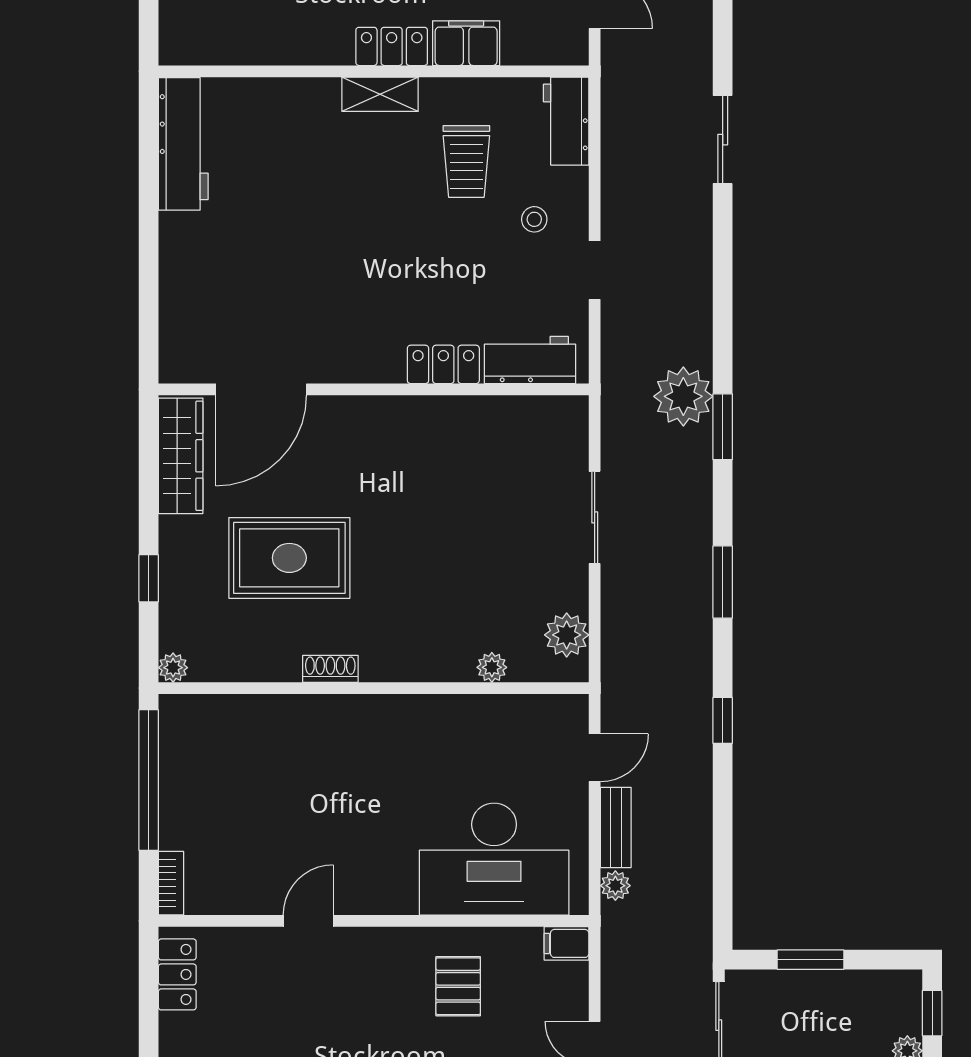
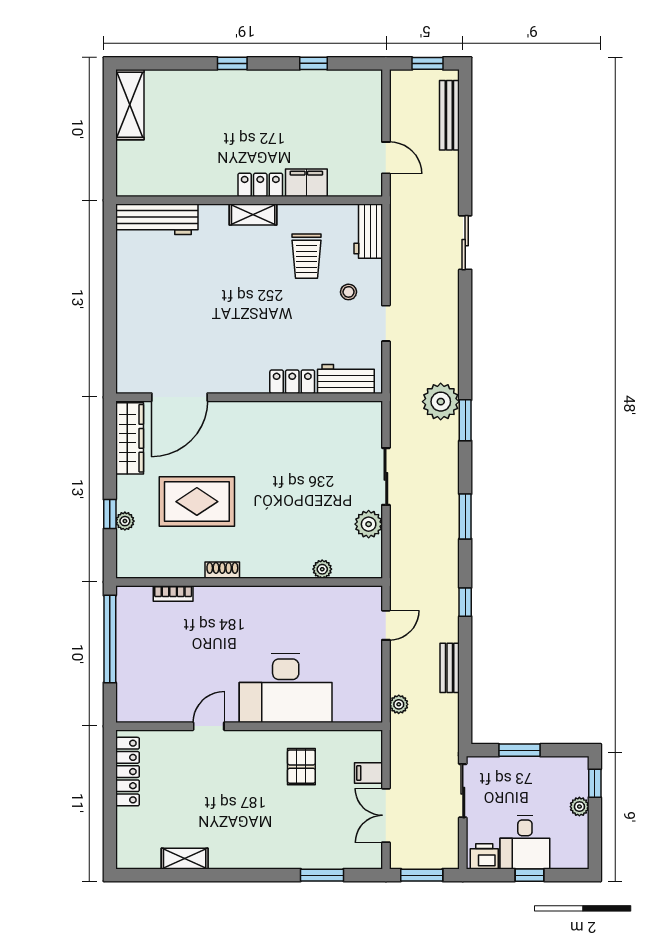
workbench: (183, 144) -> (157, 219), moved, turned 90
plant: (567, 635) -> (369, 524), moved
plant: (173, 668) -> (125, 521), moved
bench: (616, 827) -> (450, 668), moved
desk: (494, 859) -> (286, 688), moved
bookcase: (171, 883) -> (173, 594), moved, turned 90
filing cabinet: (567, 943) -> (368, 773), moved
locker: (177, 974) -> (128, 772), width x1.53

